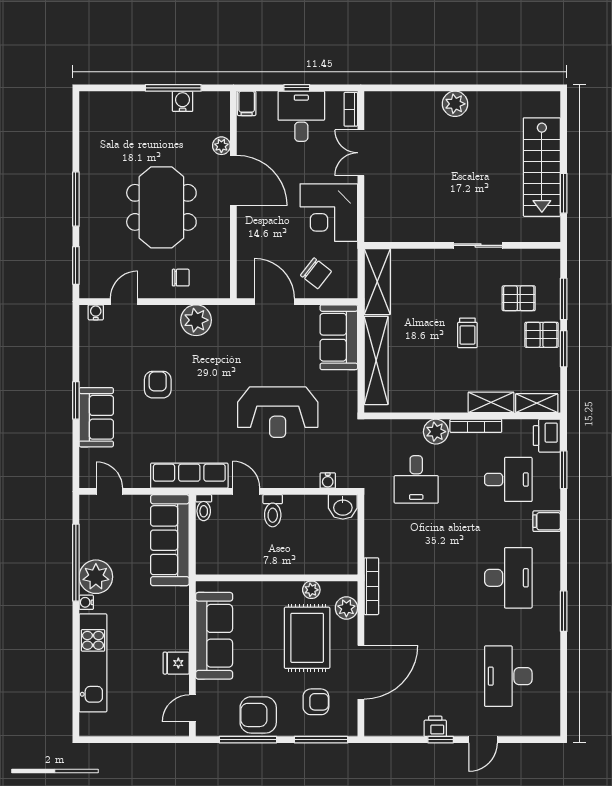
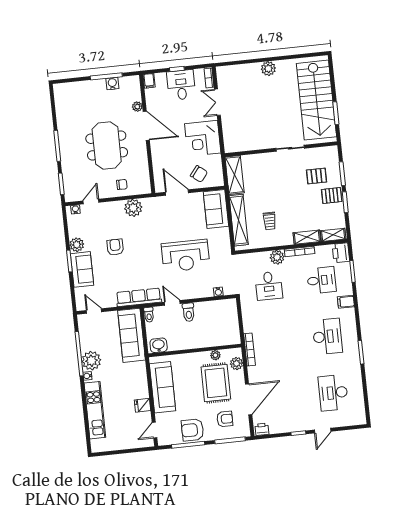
stairs: (542, 167) -> (316, 100), width x1.36, depth x1.51
trolley: (467, 333) -> (270, 221), moved
plant: (92, 373) -> (77, 245), added
washbasin: (343, 507) -> (159, 345), moved, turned 180
printer: (435, 726) -> (262, 429), moved

